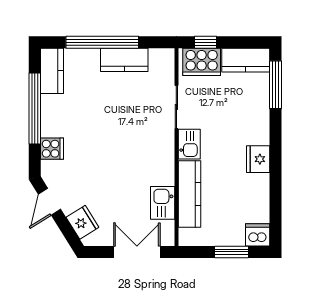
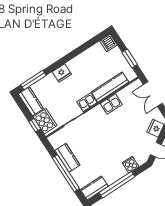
fridge: (258, 159) -> (62, 73), moved
kitchen sink: (163, 203) -> (111, 104), moved
window: (232, 252) -> (130, 58), moved

